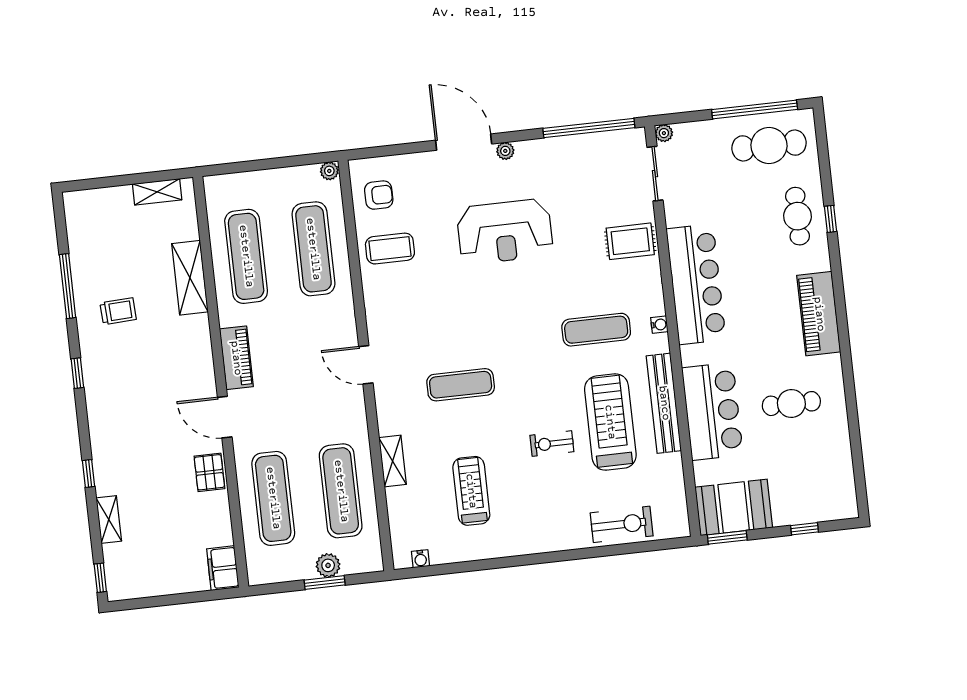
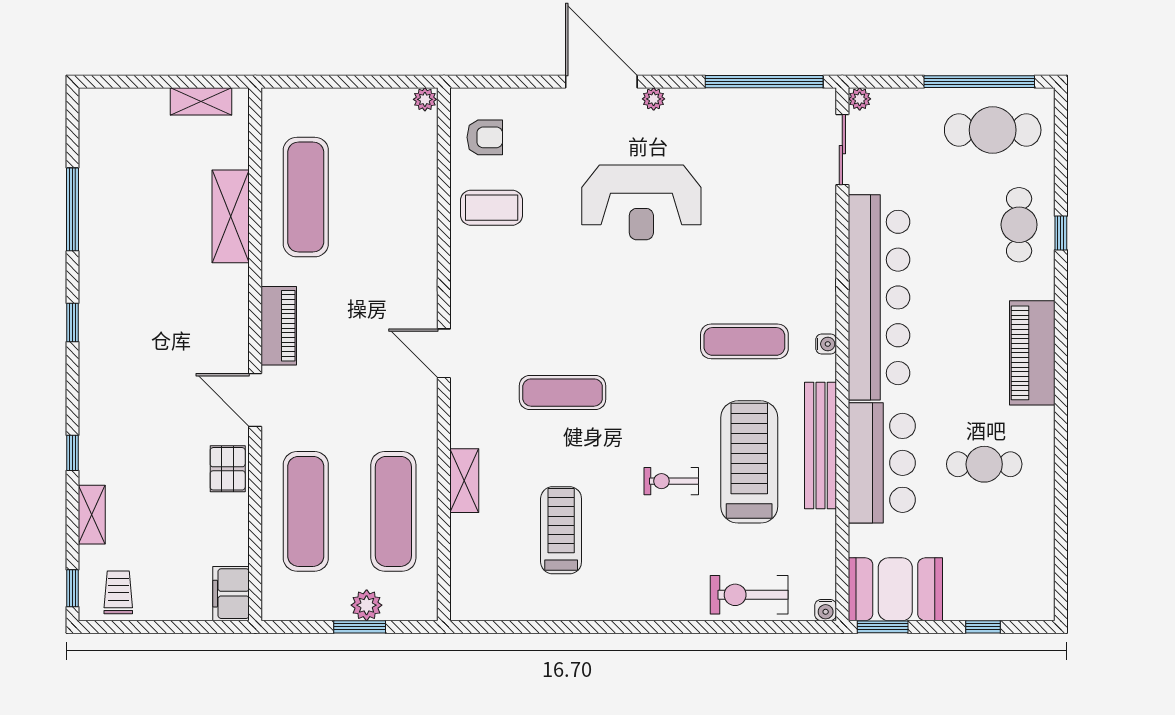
rug: (630, 241) -> (801, 233), removed
exercise mat: (313, 249) -> (393, 197), removed
bar counter: (696, 284) -> (879, 297), width x1.36
trolley: (118, 311) -> (118, 592), moved, turned -87
exercise bike: (622, 524) -> (749, 595), turned 180
water cooler: (421, 559) -> (826, 610), moved

